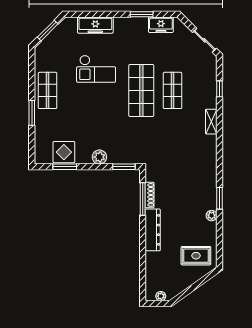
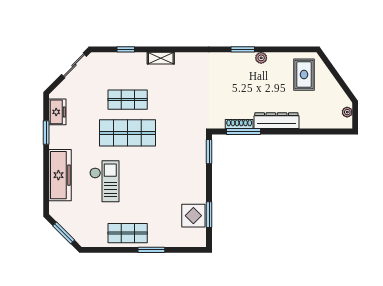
freezer: (95, 25) -> (60, 175), width x1.36, depth x1.26
plant: (99, 157) -> (199, 178), removed

